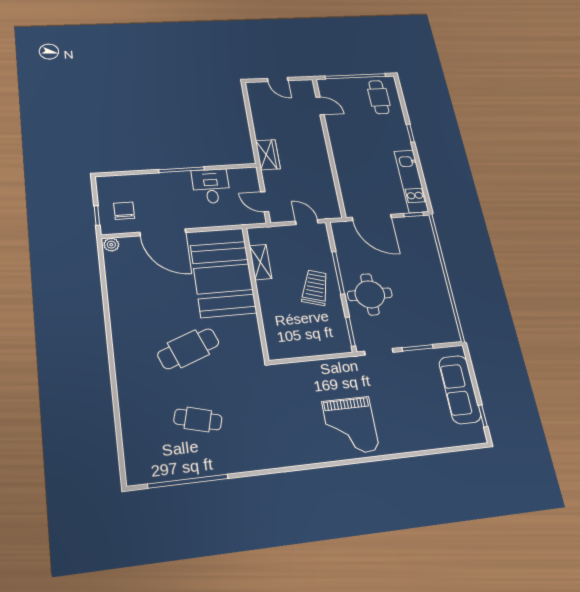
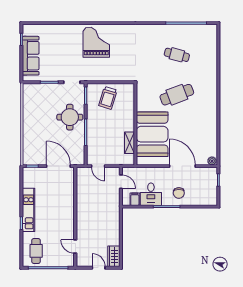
wardrobe: (268, 155) -> (114, 256), moved
filing cabinet: (237, 177) -> (135, 199), added
kitchen unit: (411, 181) -> (29, 210), moved
chair: (124, 211) -> (179, 193), moved
trolley: (315, 288) -> (108, 98), moved

